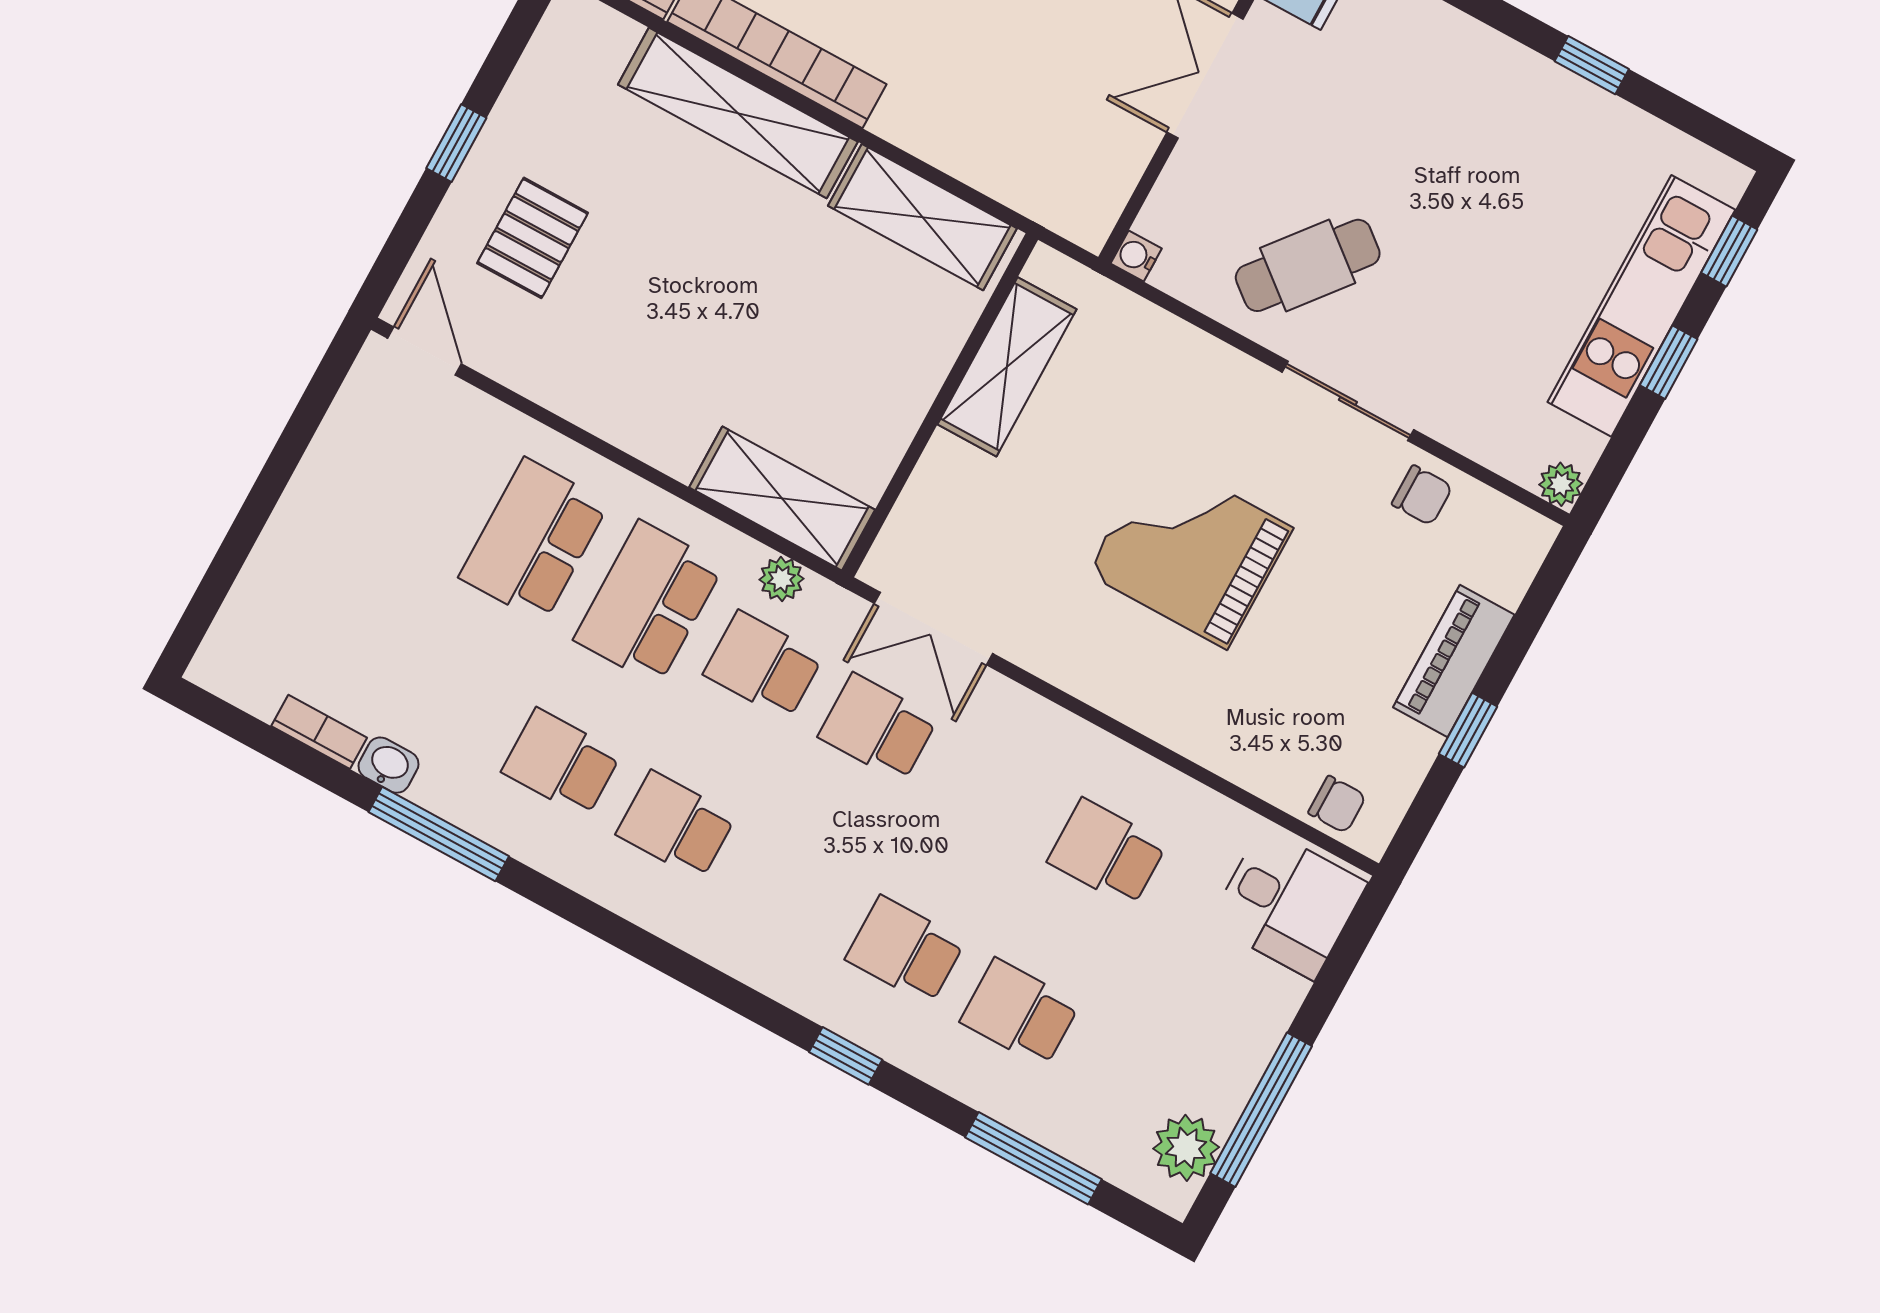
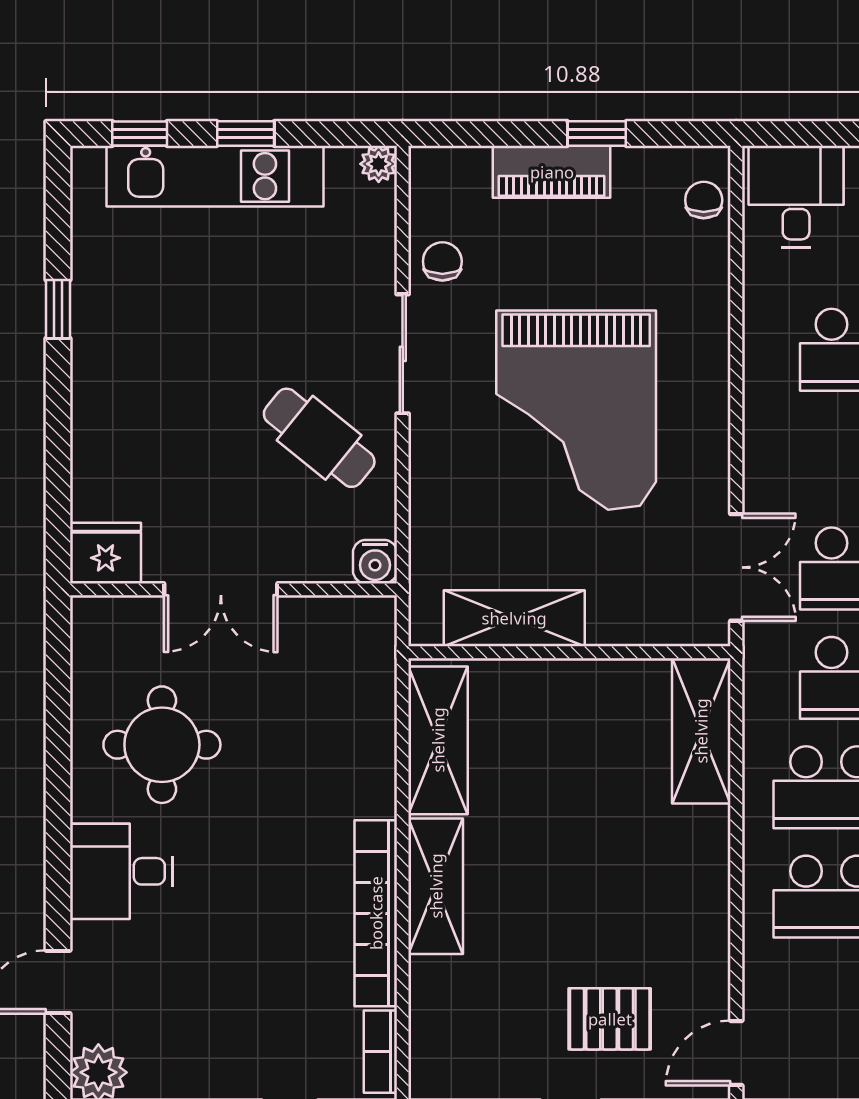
shelving: (738, 113) -> (436, 886), width x0.68
water cooler: (1136, 256) -> (375, 562), width x1.38, depth x1.38
grand piano: (1190, 551) -> (576, 410), width x1.37, depth x1.48
plant: (781, 579) -> (761, 699), removed

